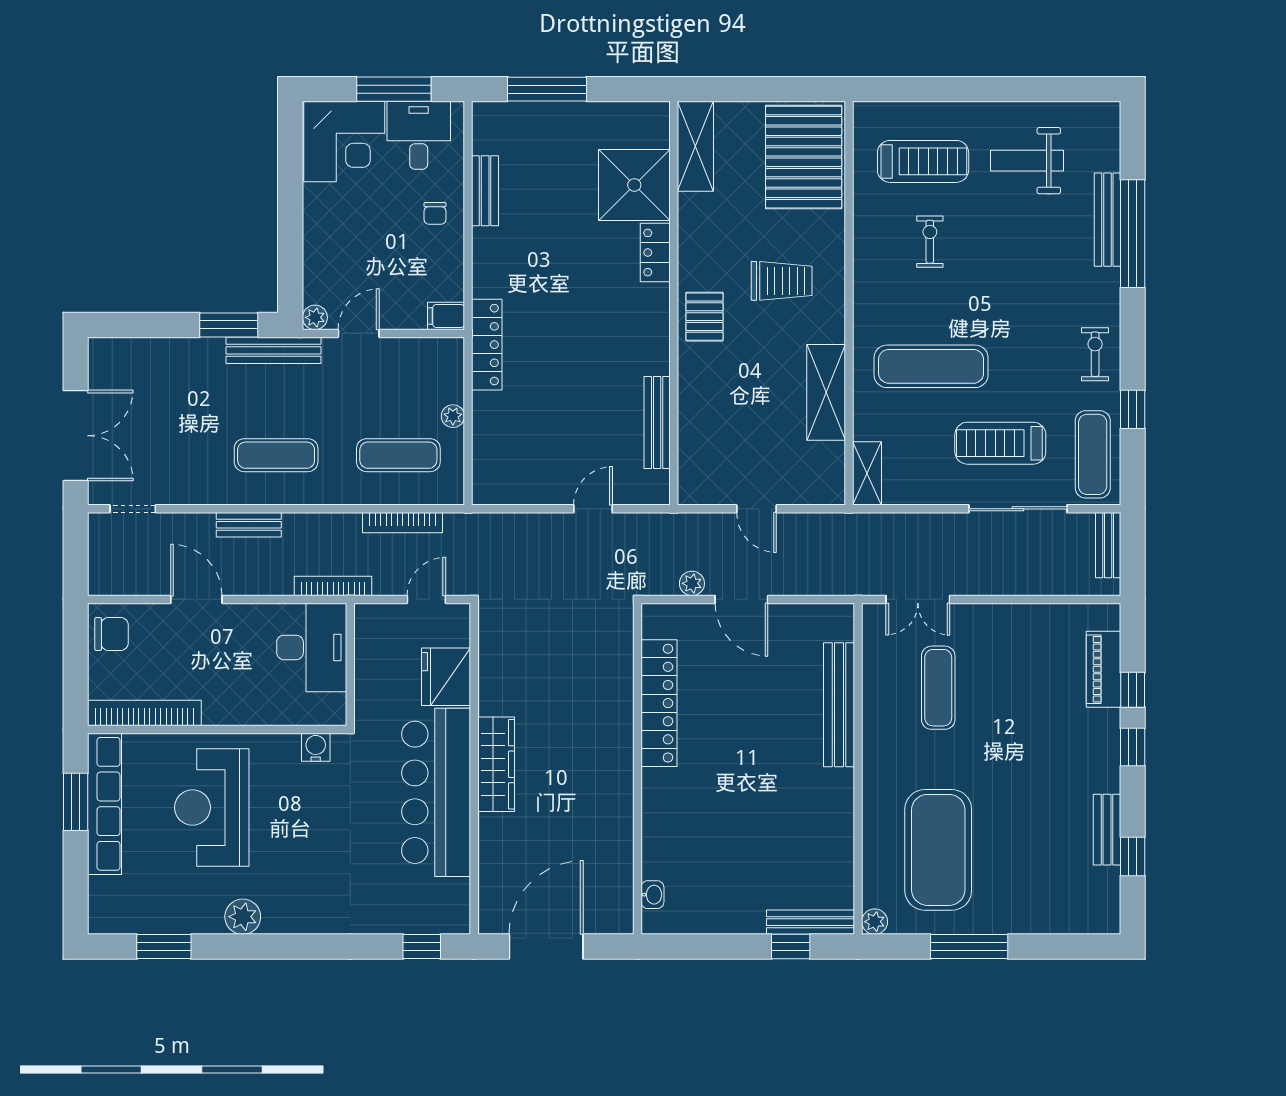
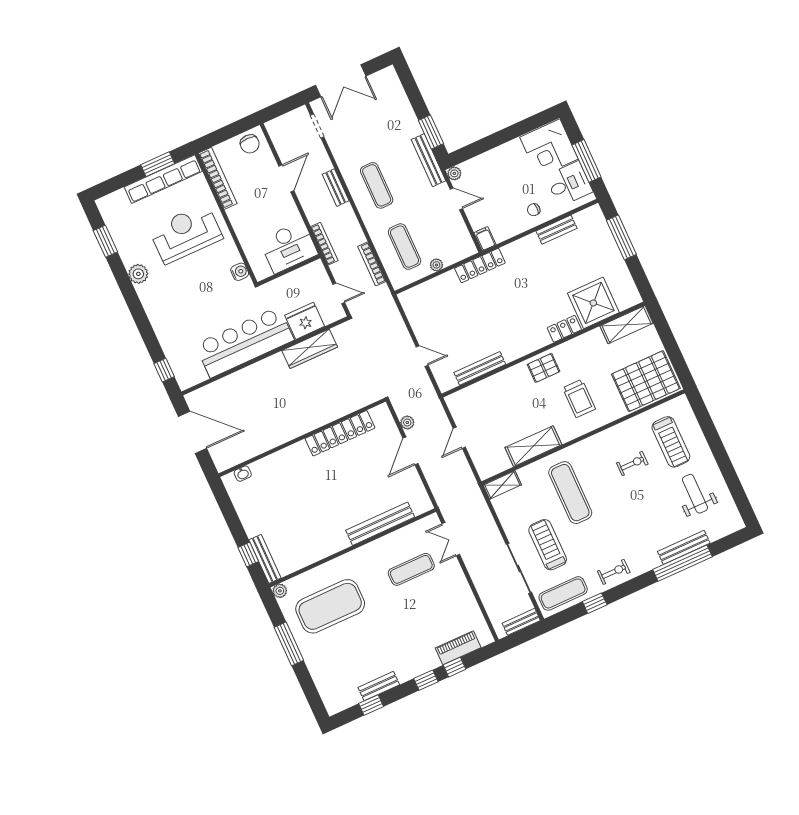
wardrobe: (496, 764) -> (310, 349), moved

